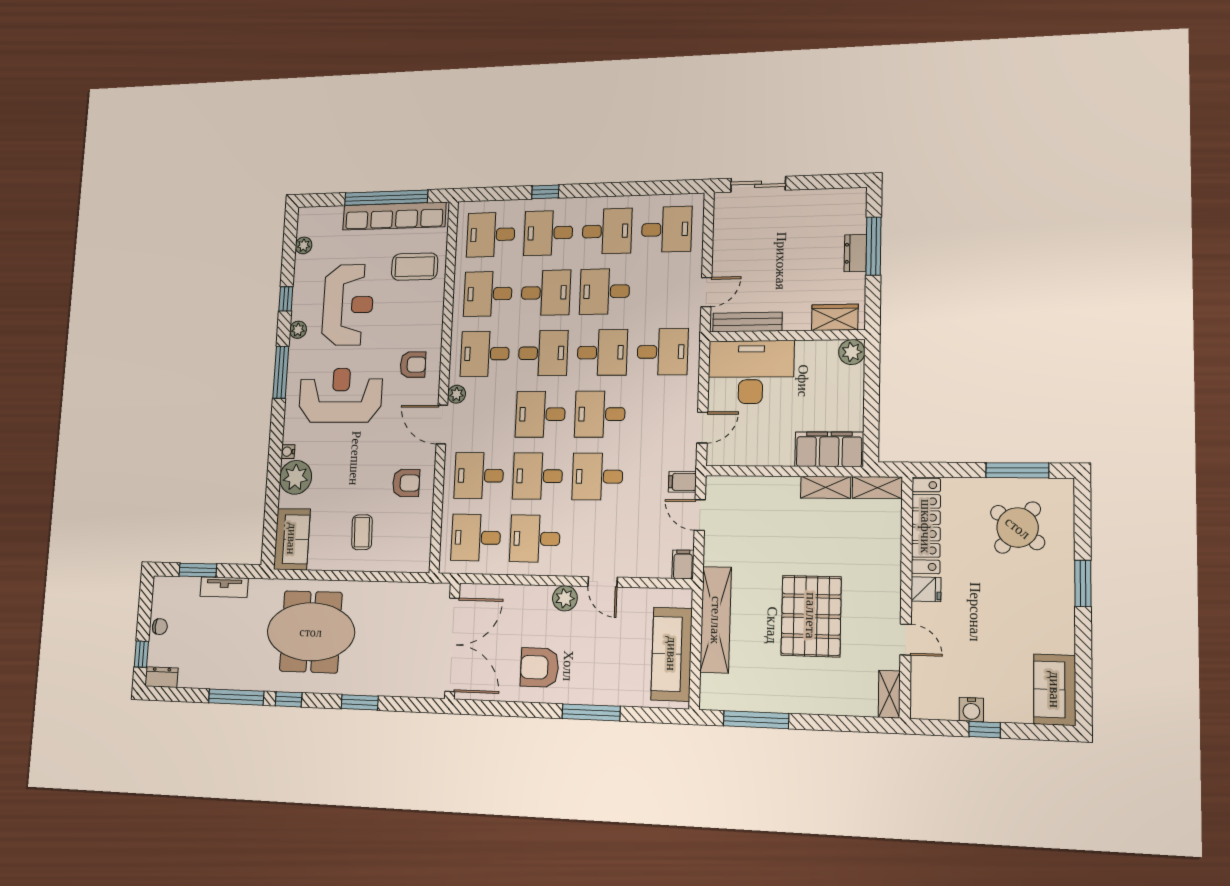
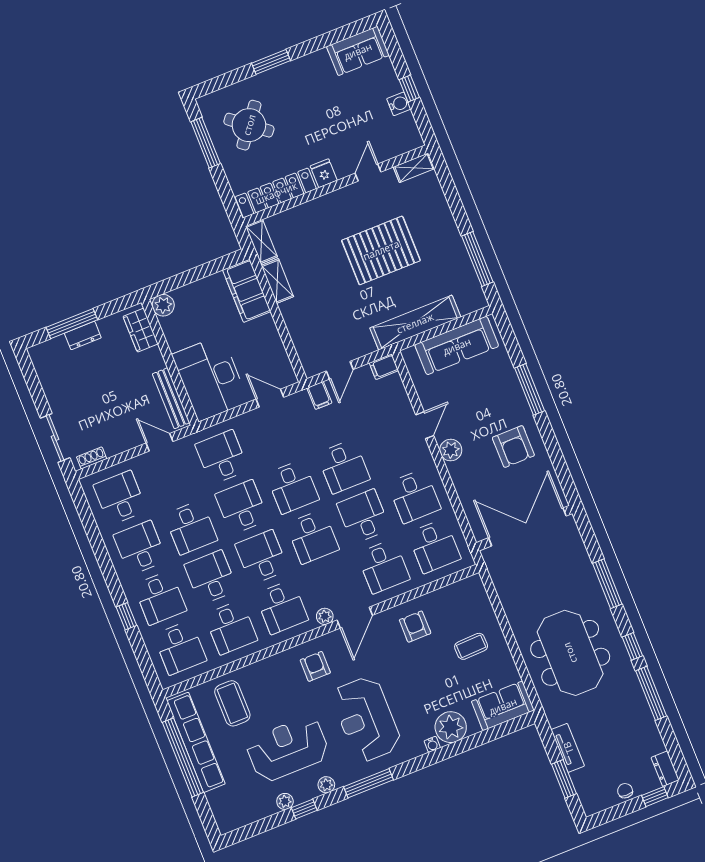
shoe rack: (721, 215) -> (92, 458), added
plant: (304, 245) -> (285, 801), moved
desk: (538, 476) -> (363, 516), turned 180
window: (360, 702) -> (607, 584), width x1.44

